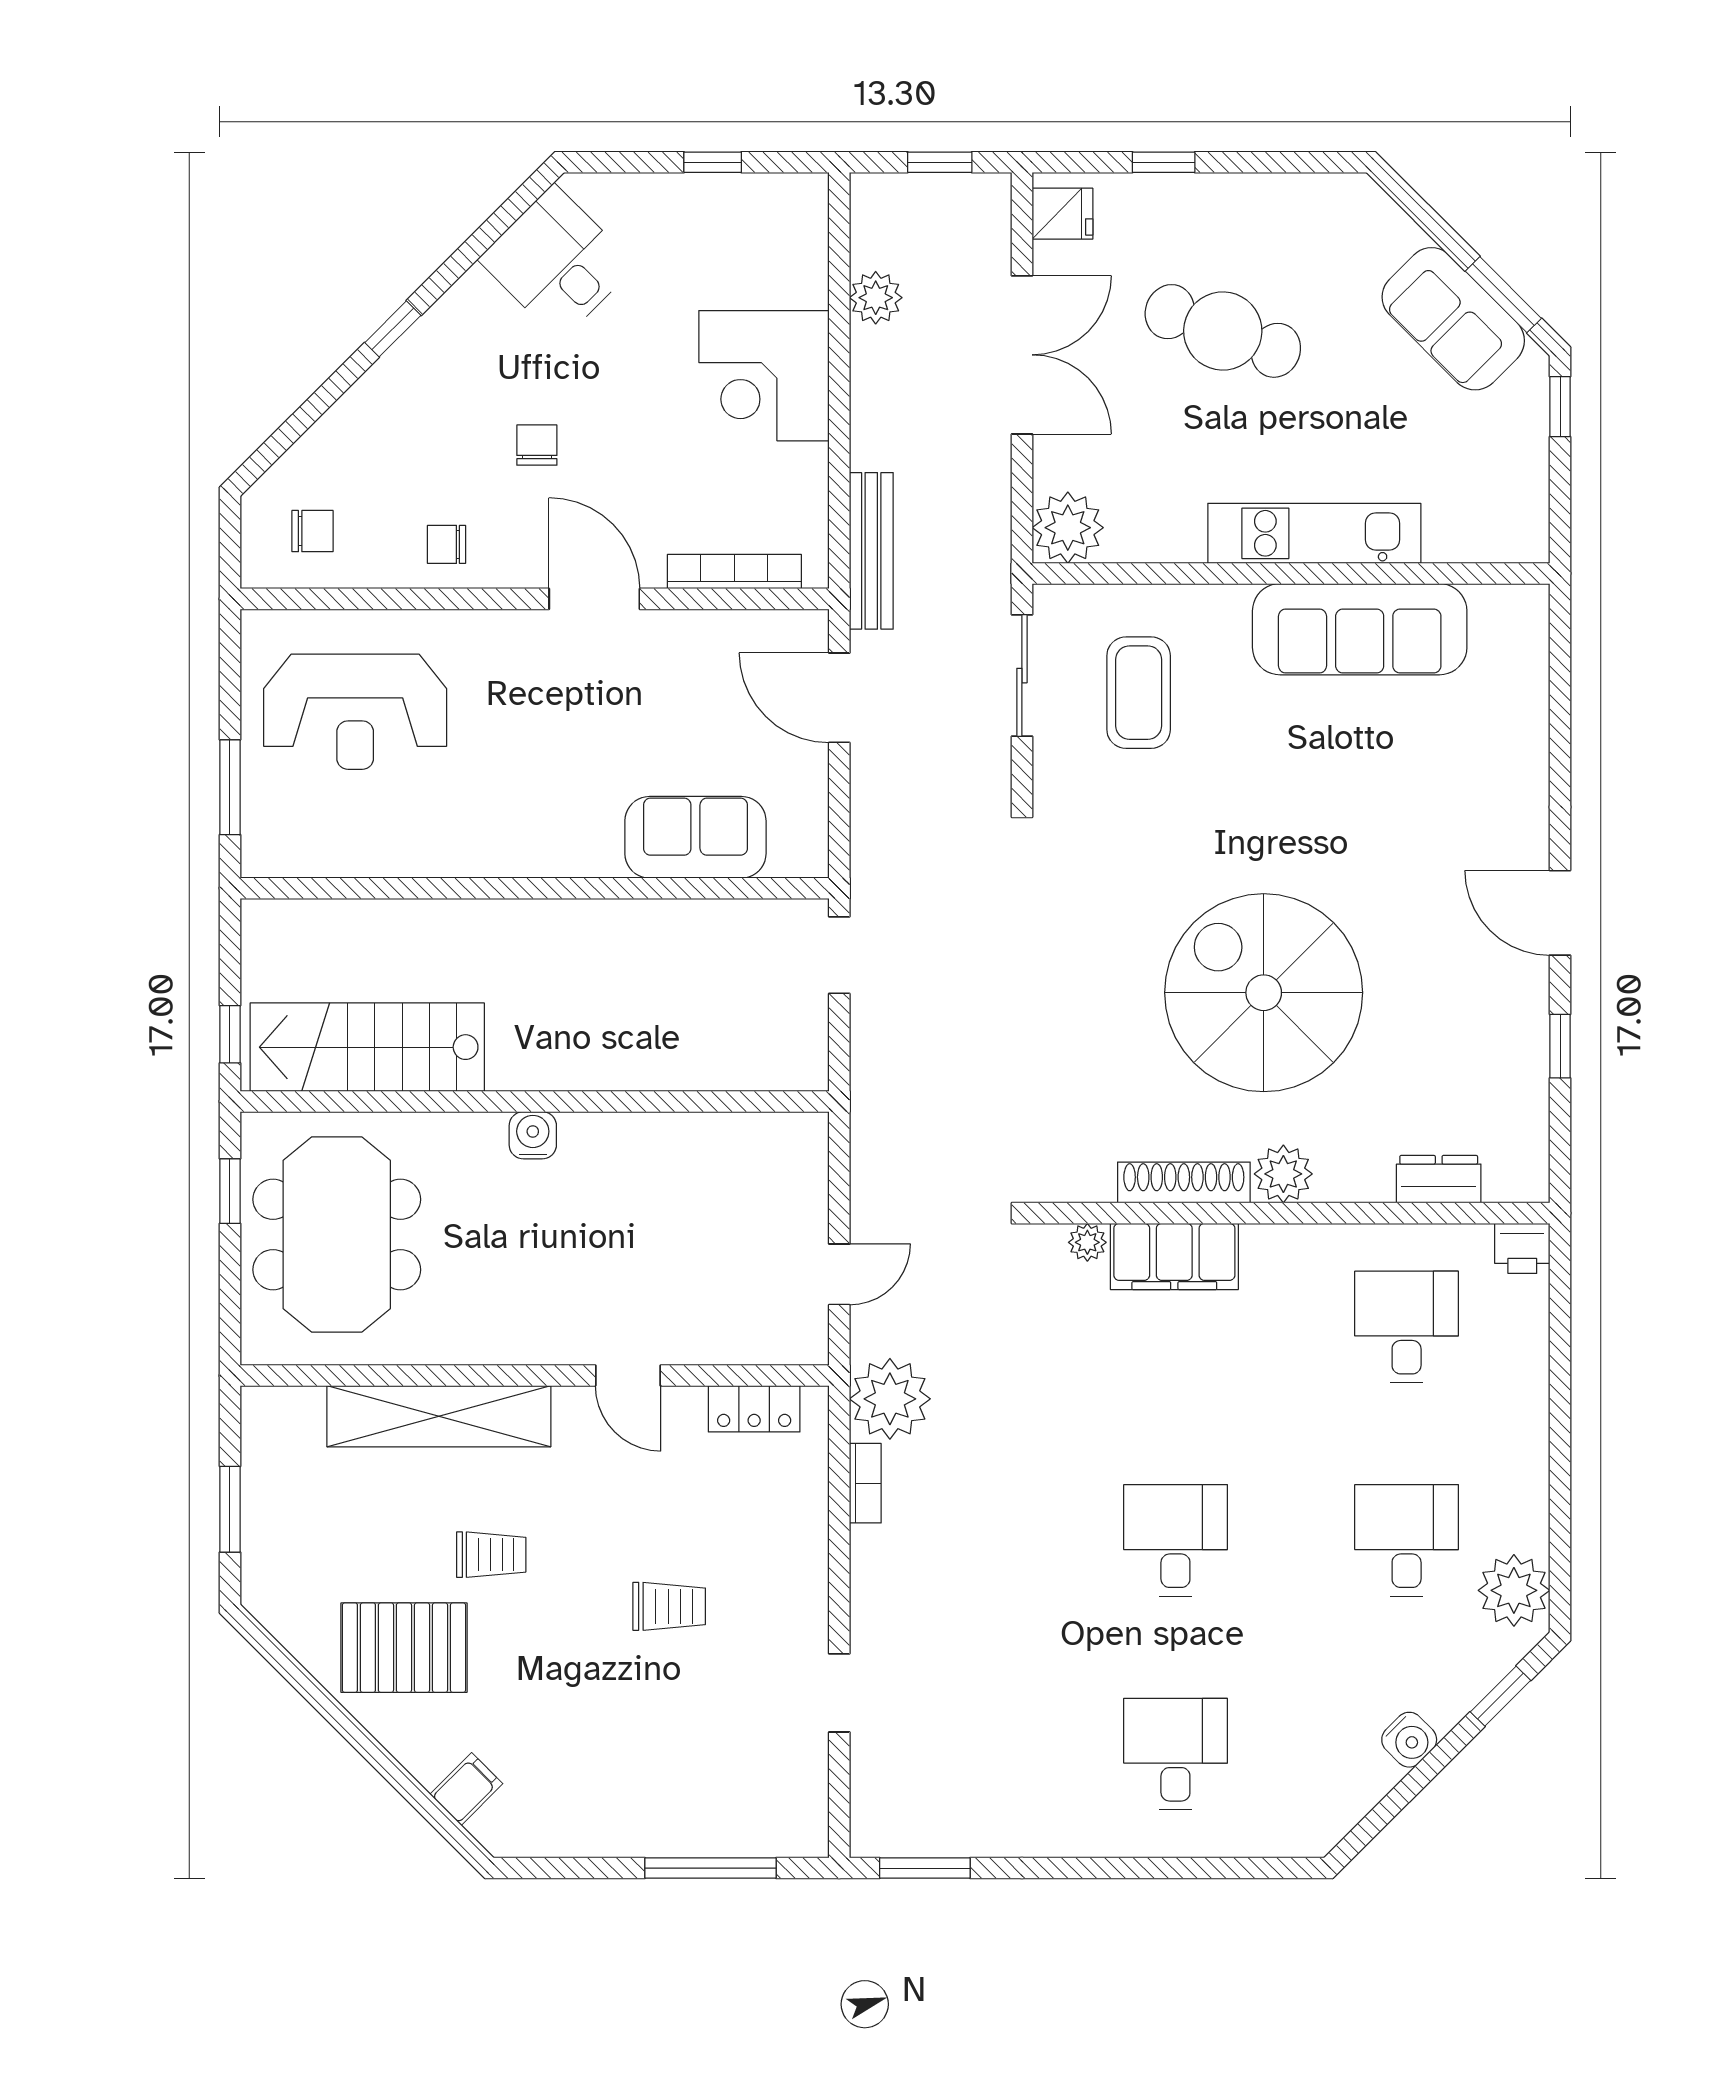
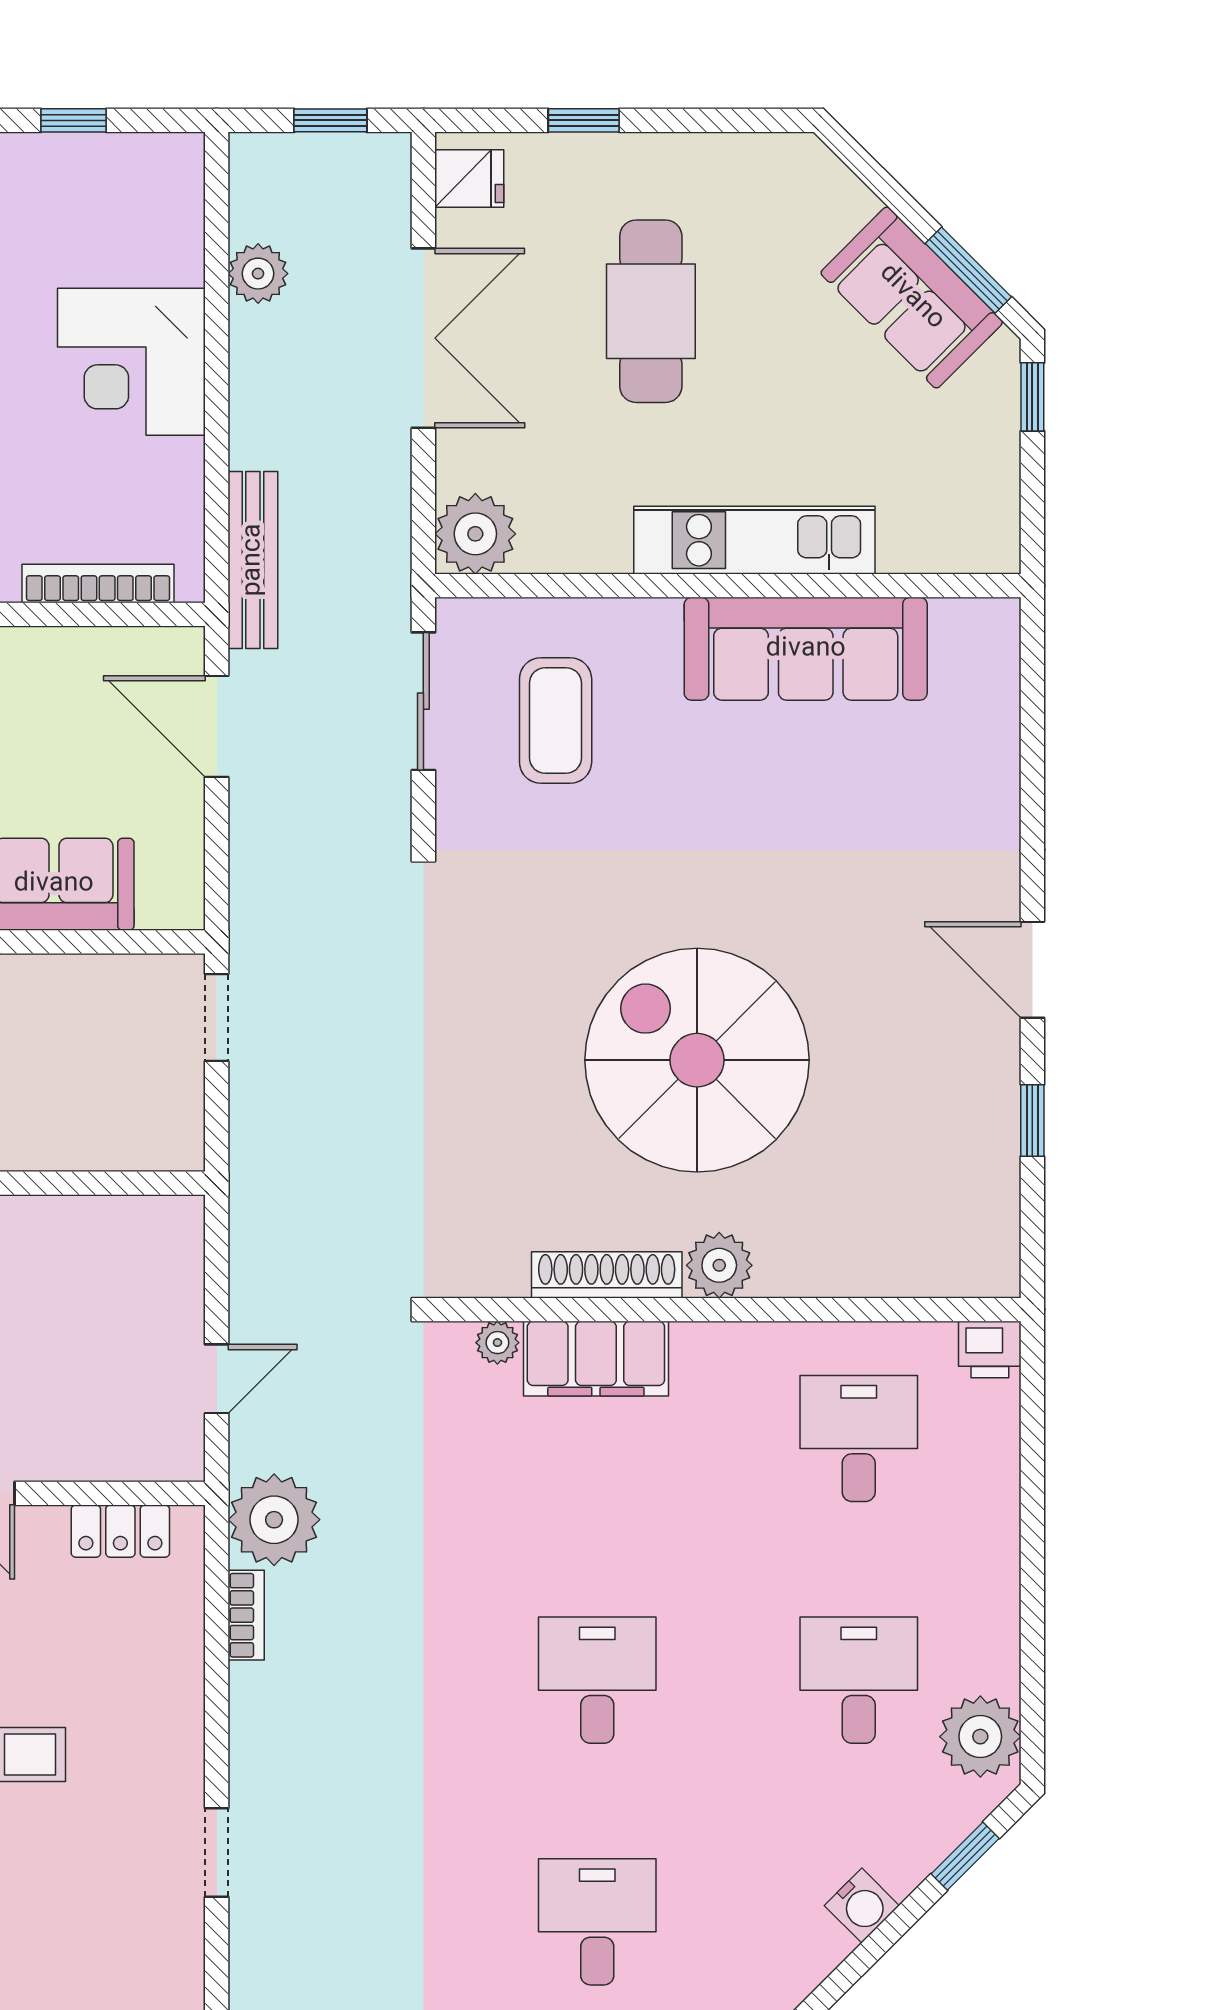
cafe table: (1223, 331) -> (651, 311), turned 70
dresser: (1439, 1179) -> (895, 1271), removed

